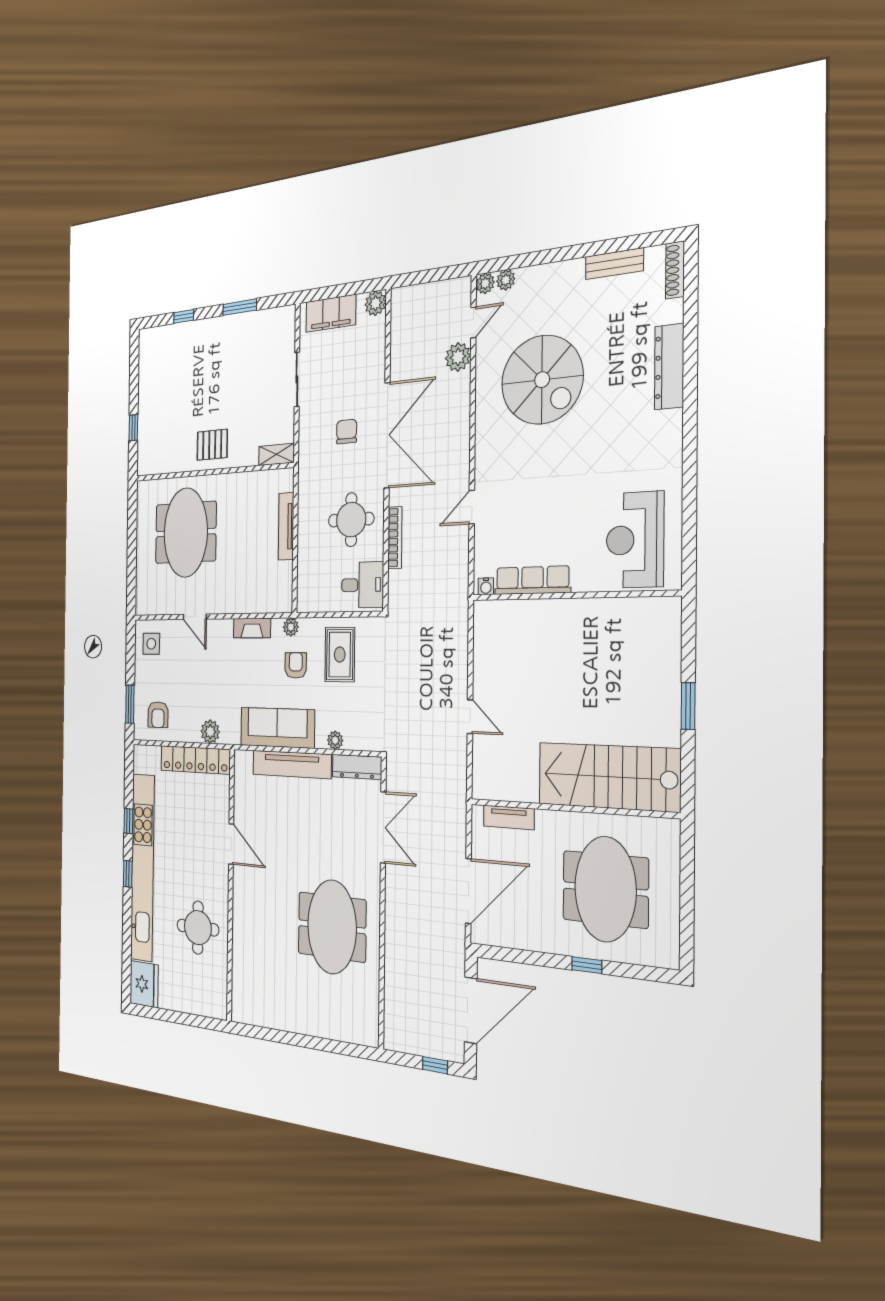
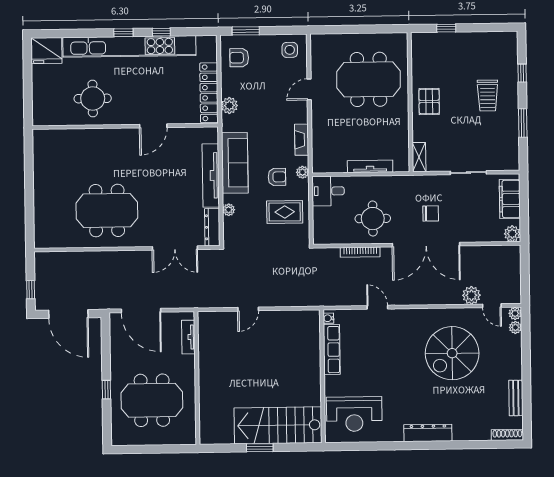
trolley: (207, 362) -> (488, 96), added
dresser: (669, 367) -> (428, 433), moved
reception desk: (635, 540) -> (354, 414), turned 180
desk: (363, 585) -> (328, 191), moved, turned 90
stairs: (608, 777) -> (278, 425), moved, turned -90

